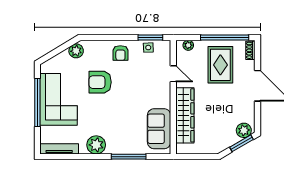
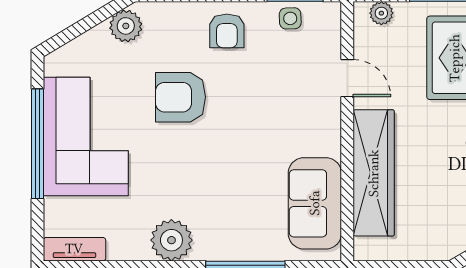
tv unit: (59, 149) -> (74, 249), width x0.71

